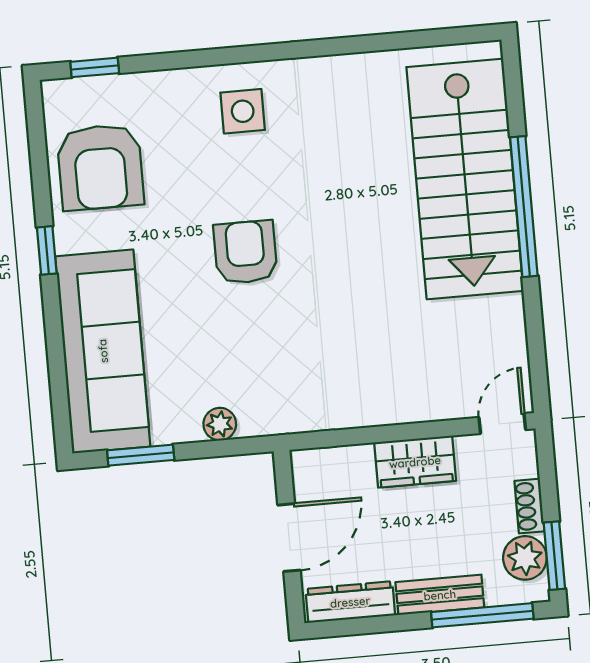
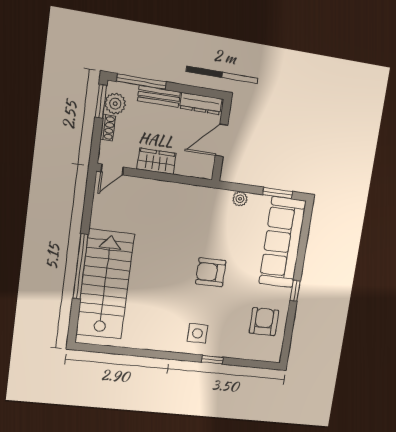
window: (95, 67) -> (212, 360), moved
armchair: (100, 167) -> (264, 322), width x0.73, depth x0.73
armchair: (245, 252) -> (211, 272), turned 90

